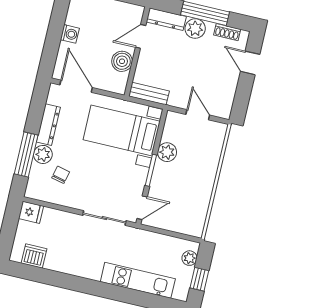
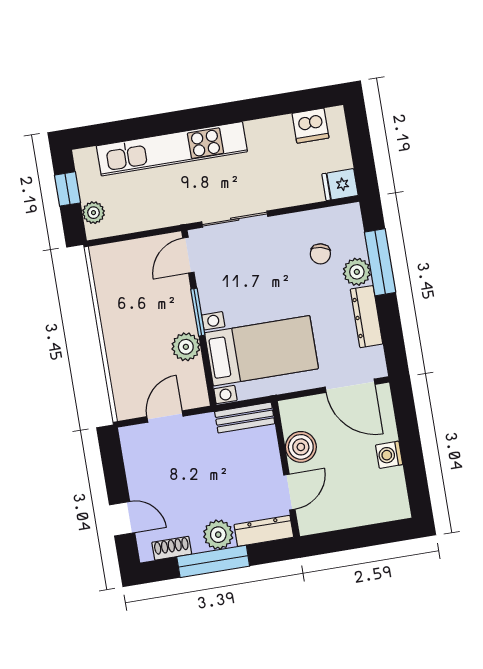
door: (198, 115) -> (165, 416), swing flipped
kitchen unit: (138, 280) -> (172, 149), width x1.36

